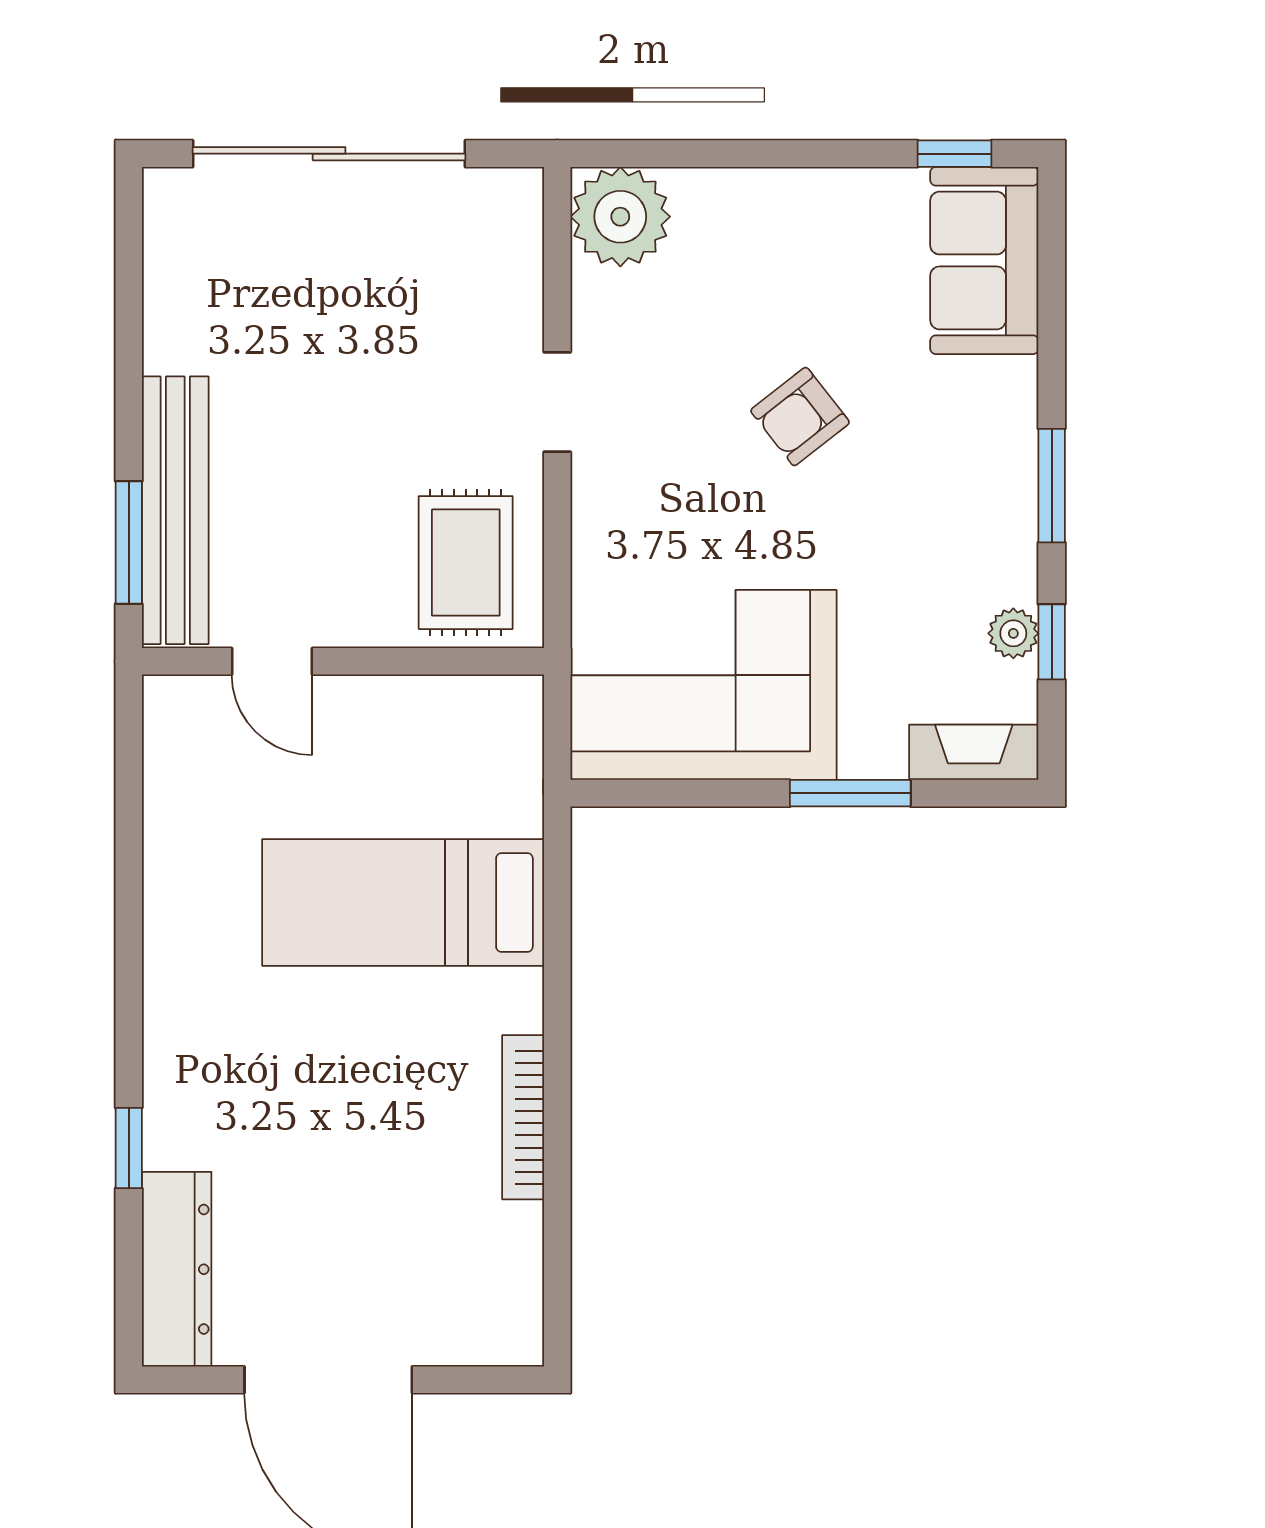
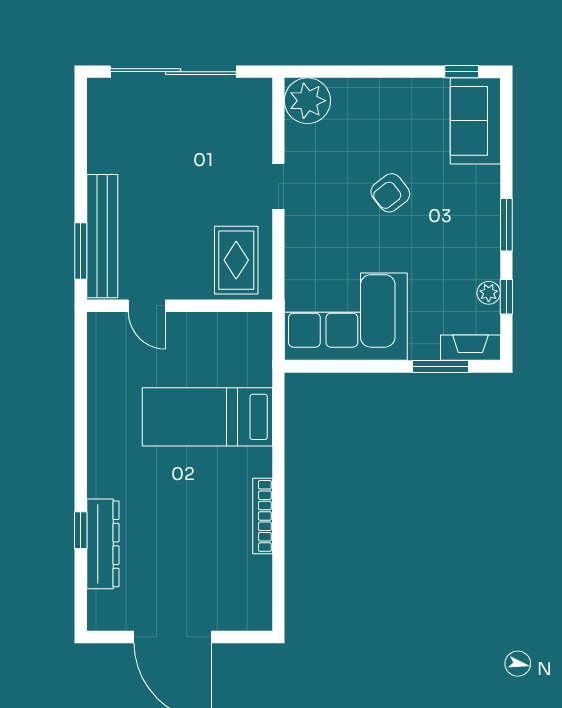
window: (850, 793) -> (440, 366), moved
dresser: (177, 1269) -> (103, 544), moved

